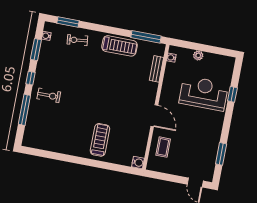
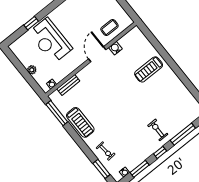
treadmill: (119, 46) -> (80, 122), turned 180
water cooler: (138, 162) -> (115, 48), moved

